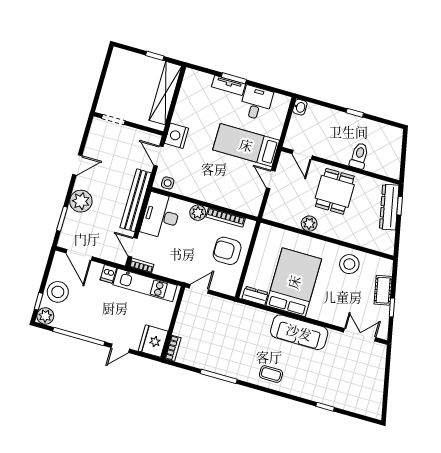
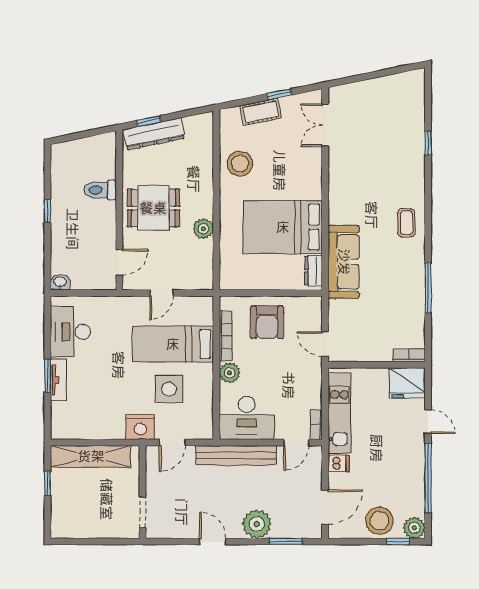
desk: (256, 103) -> (70, 332), width x1.37
bed: (246, 145) -> (173, 344), moved, turned 90
side table: (168, 183) -> (169, 389), moved, width x1.87, depth x1.87
sofa: (299, 332) -> (344, 262), moved

